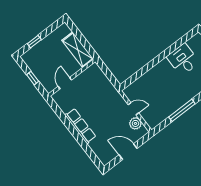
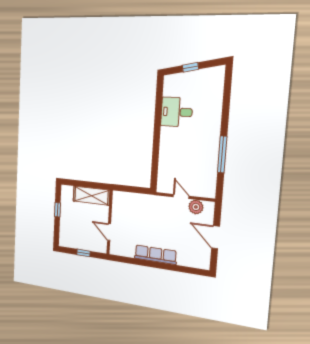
window: (34, 42) -> (58, 210), moved
door: (133, 109) -> (181, 196), hinge flipped
door: (128, 152) -> (216, 237), hinge flipped

